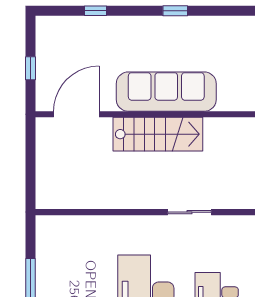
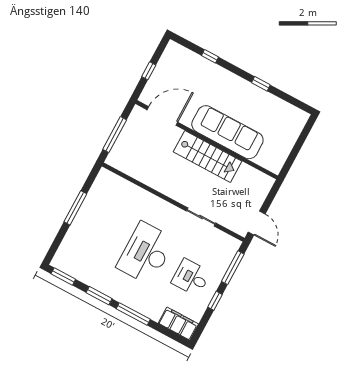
window: (30, 168) -> (115, 135), added

